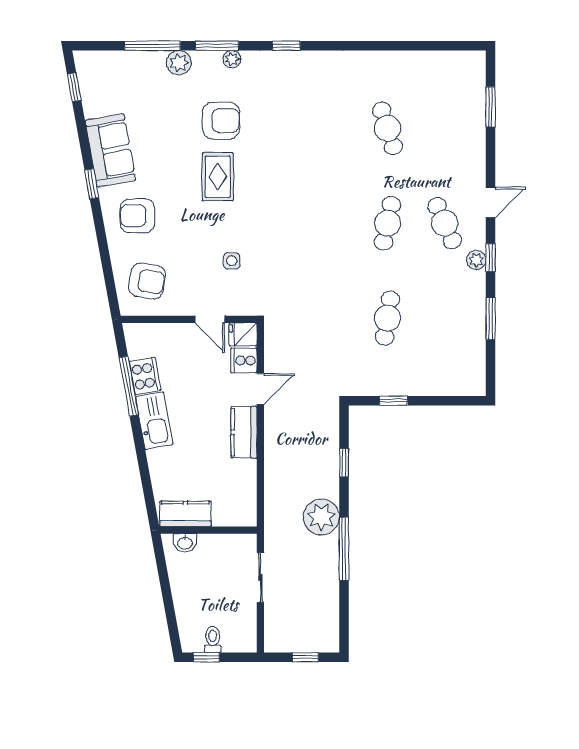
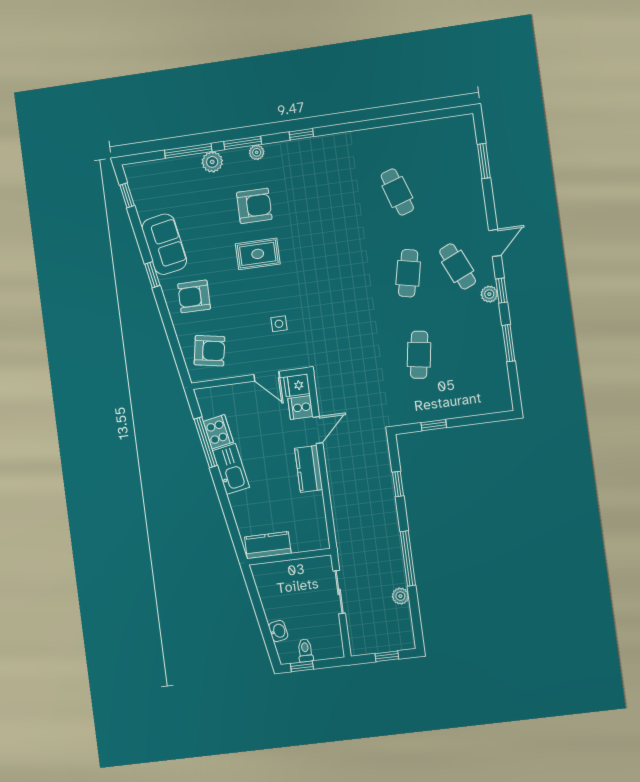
rug: (218, 177) -> (258, 254), turned 90
plant: (321, 517) -> (400, 596), moved, width x0.53, depth x0.53
washbasin: (185, 543) -> (278, 631), moved, turned -100

